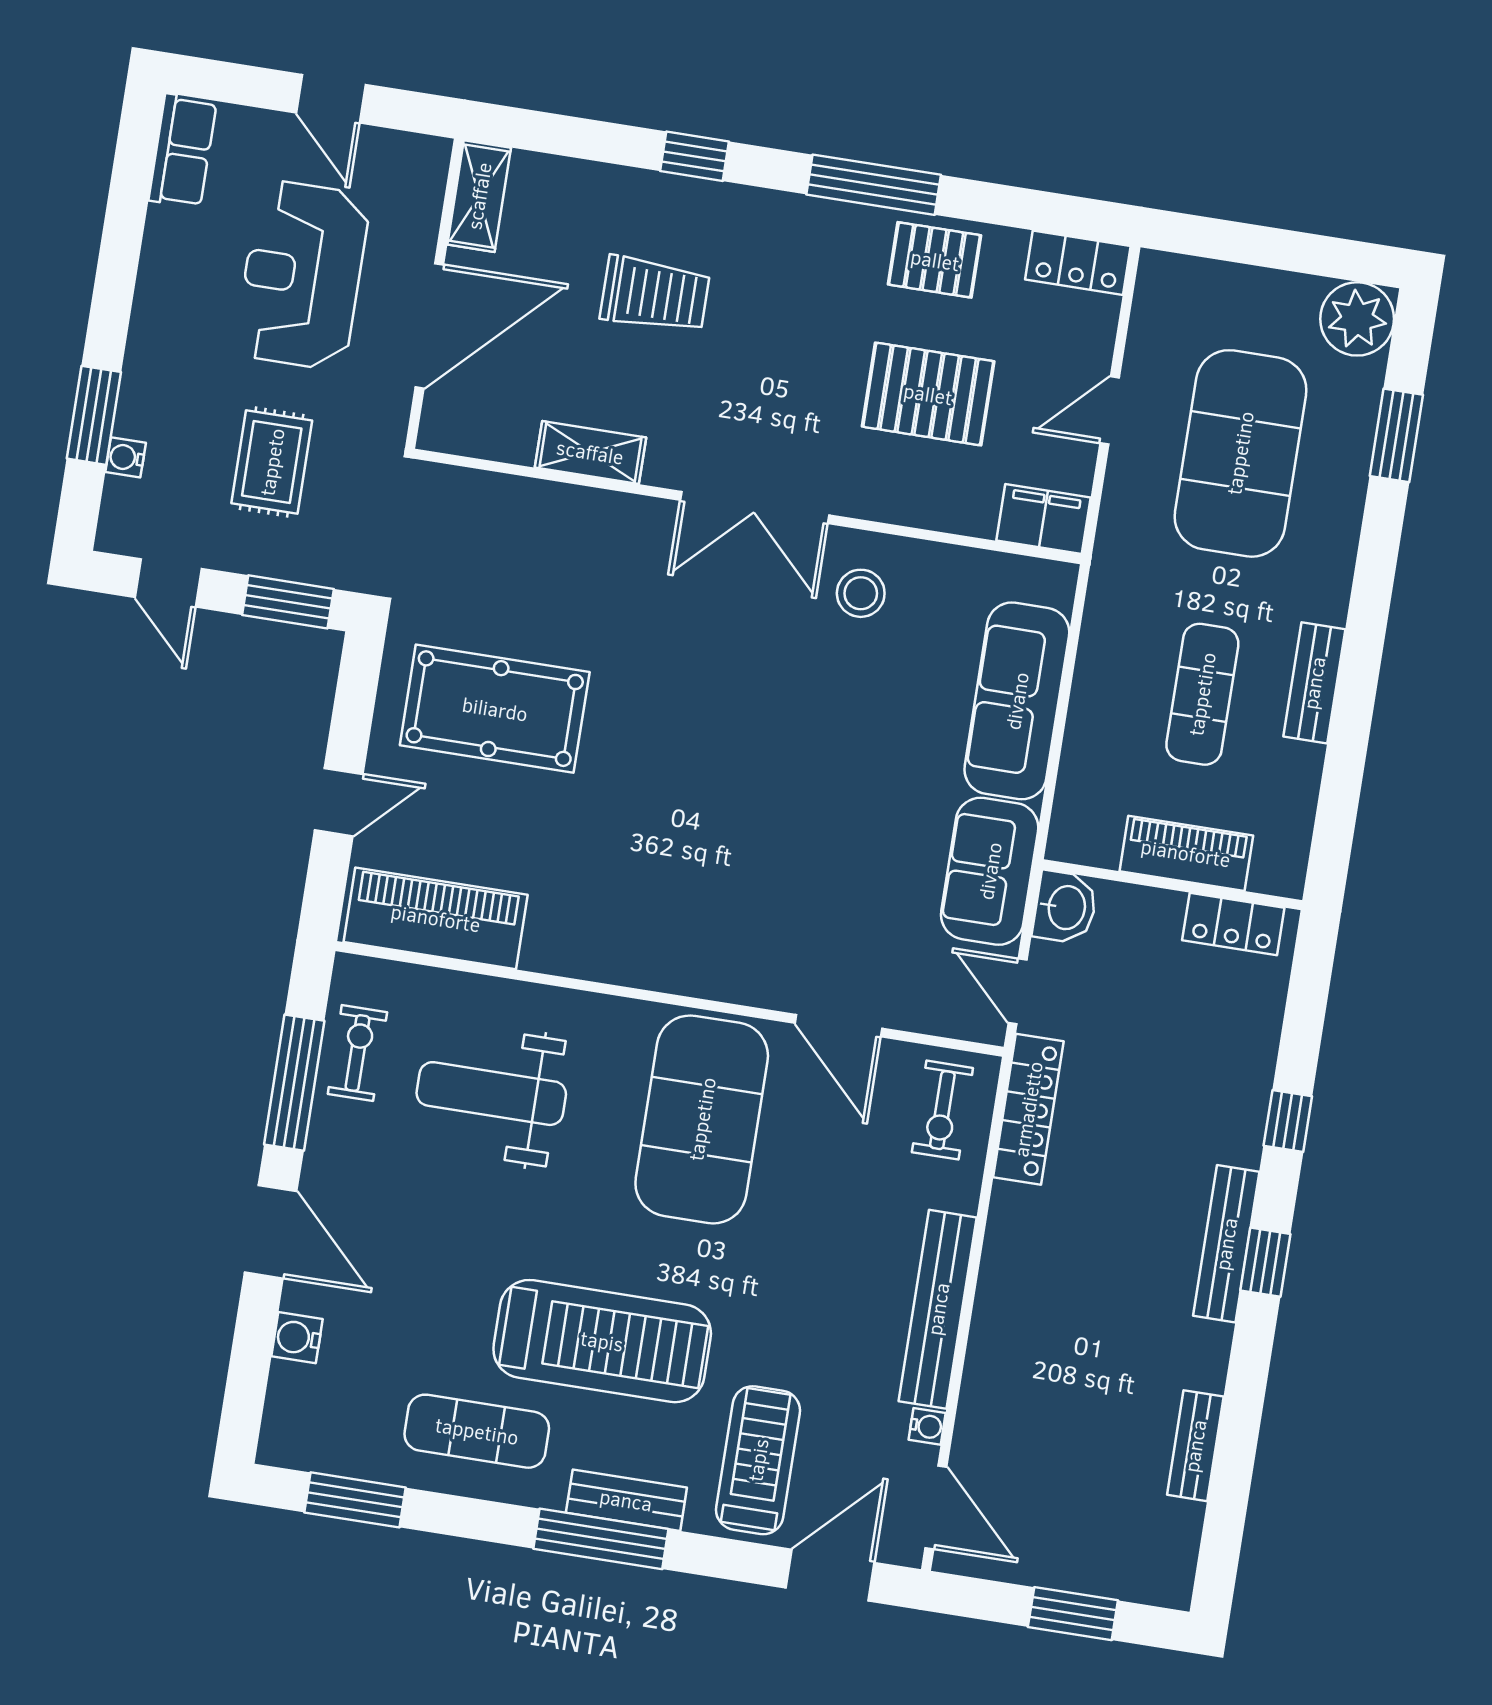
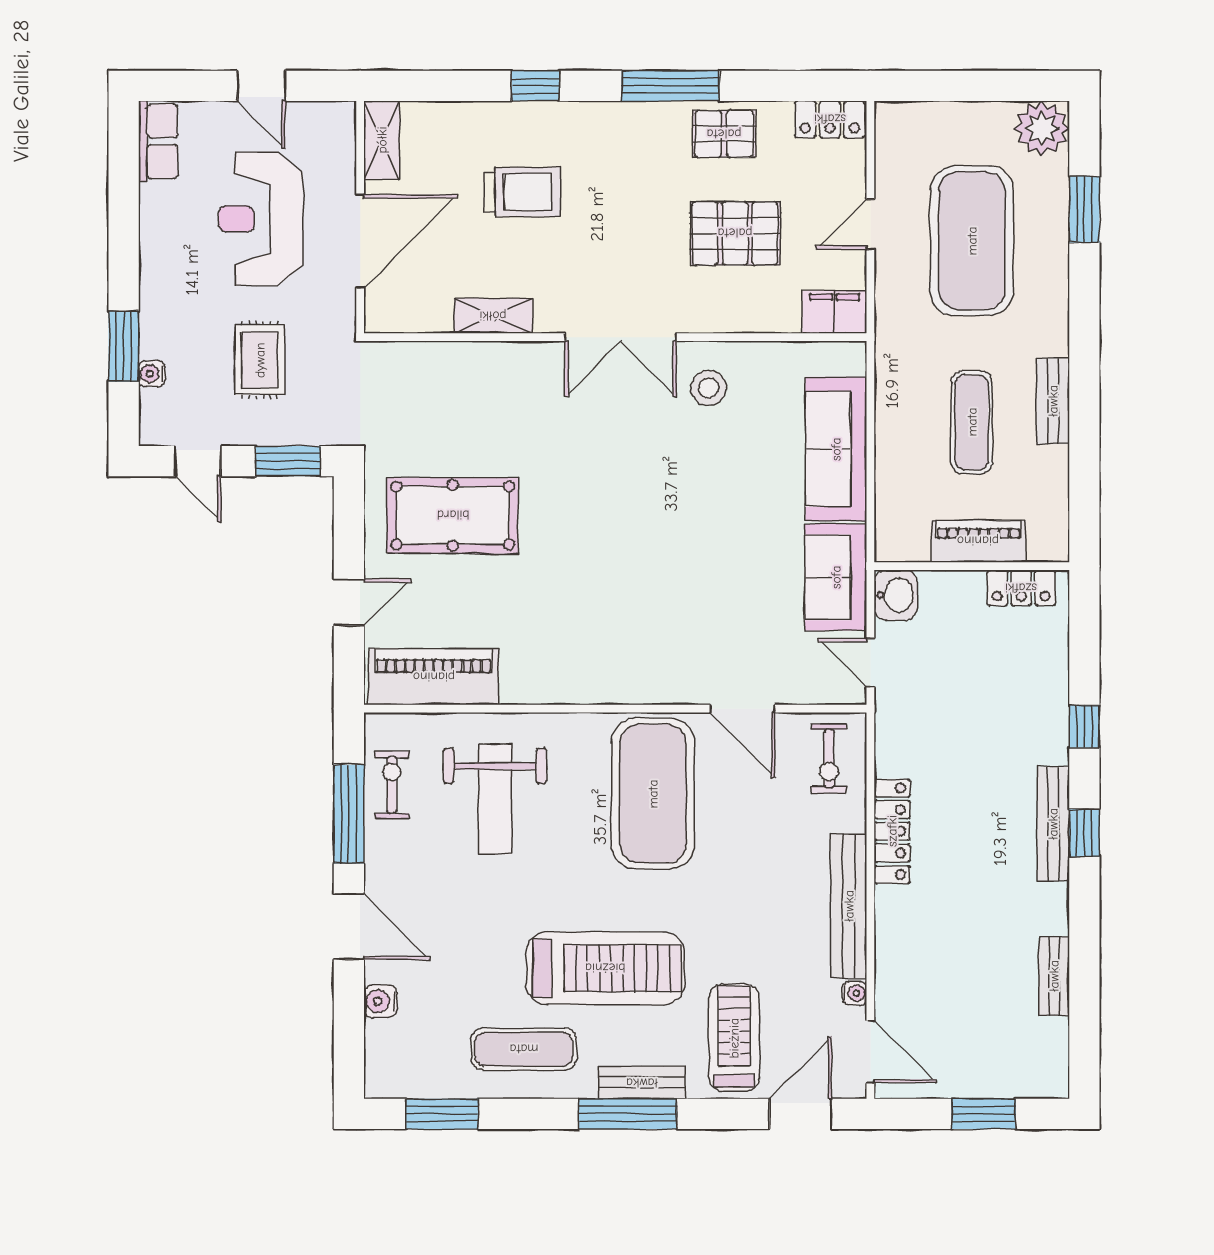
weight bench: (491, 1094) -> (495, 799), turned -90
locker: (1028, 1109) -> (892, 831), moved

